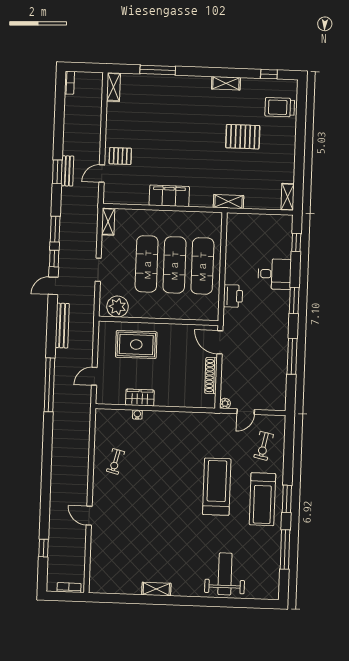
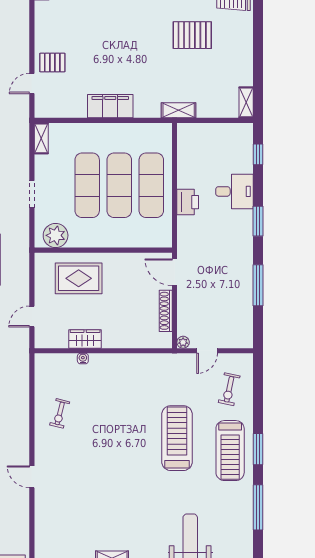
printer: (233, 296) -> (188, 202), moved

